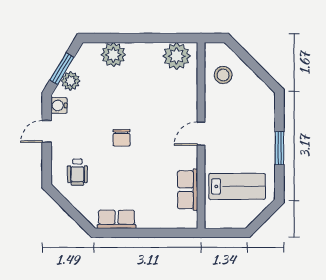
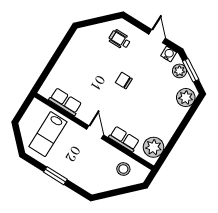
plant: (113, 55) -> (186, 98), moved
row of seats: (117, 219) -> (124, 139), moved, turned -90

